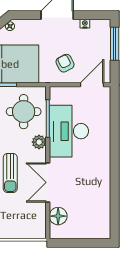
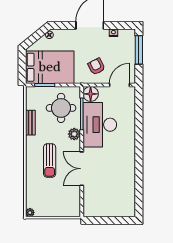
floor lamp: (58, 216) -> (91, 94), moved

